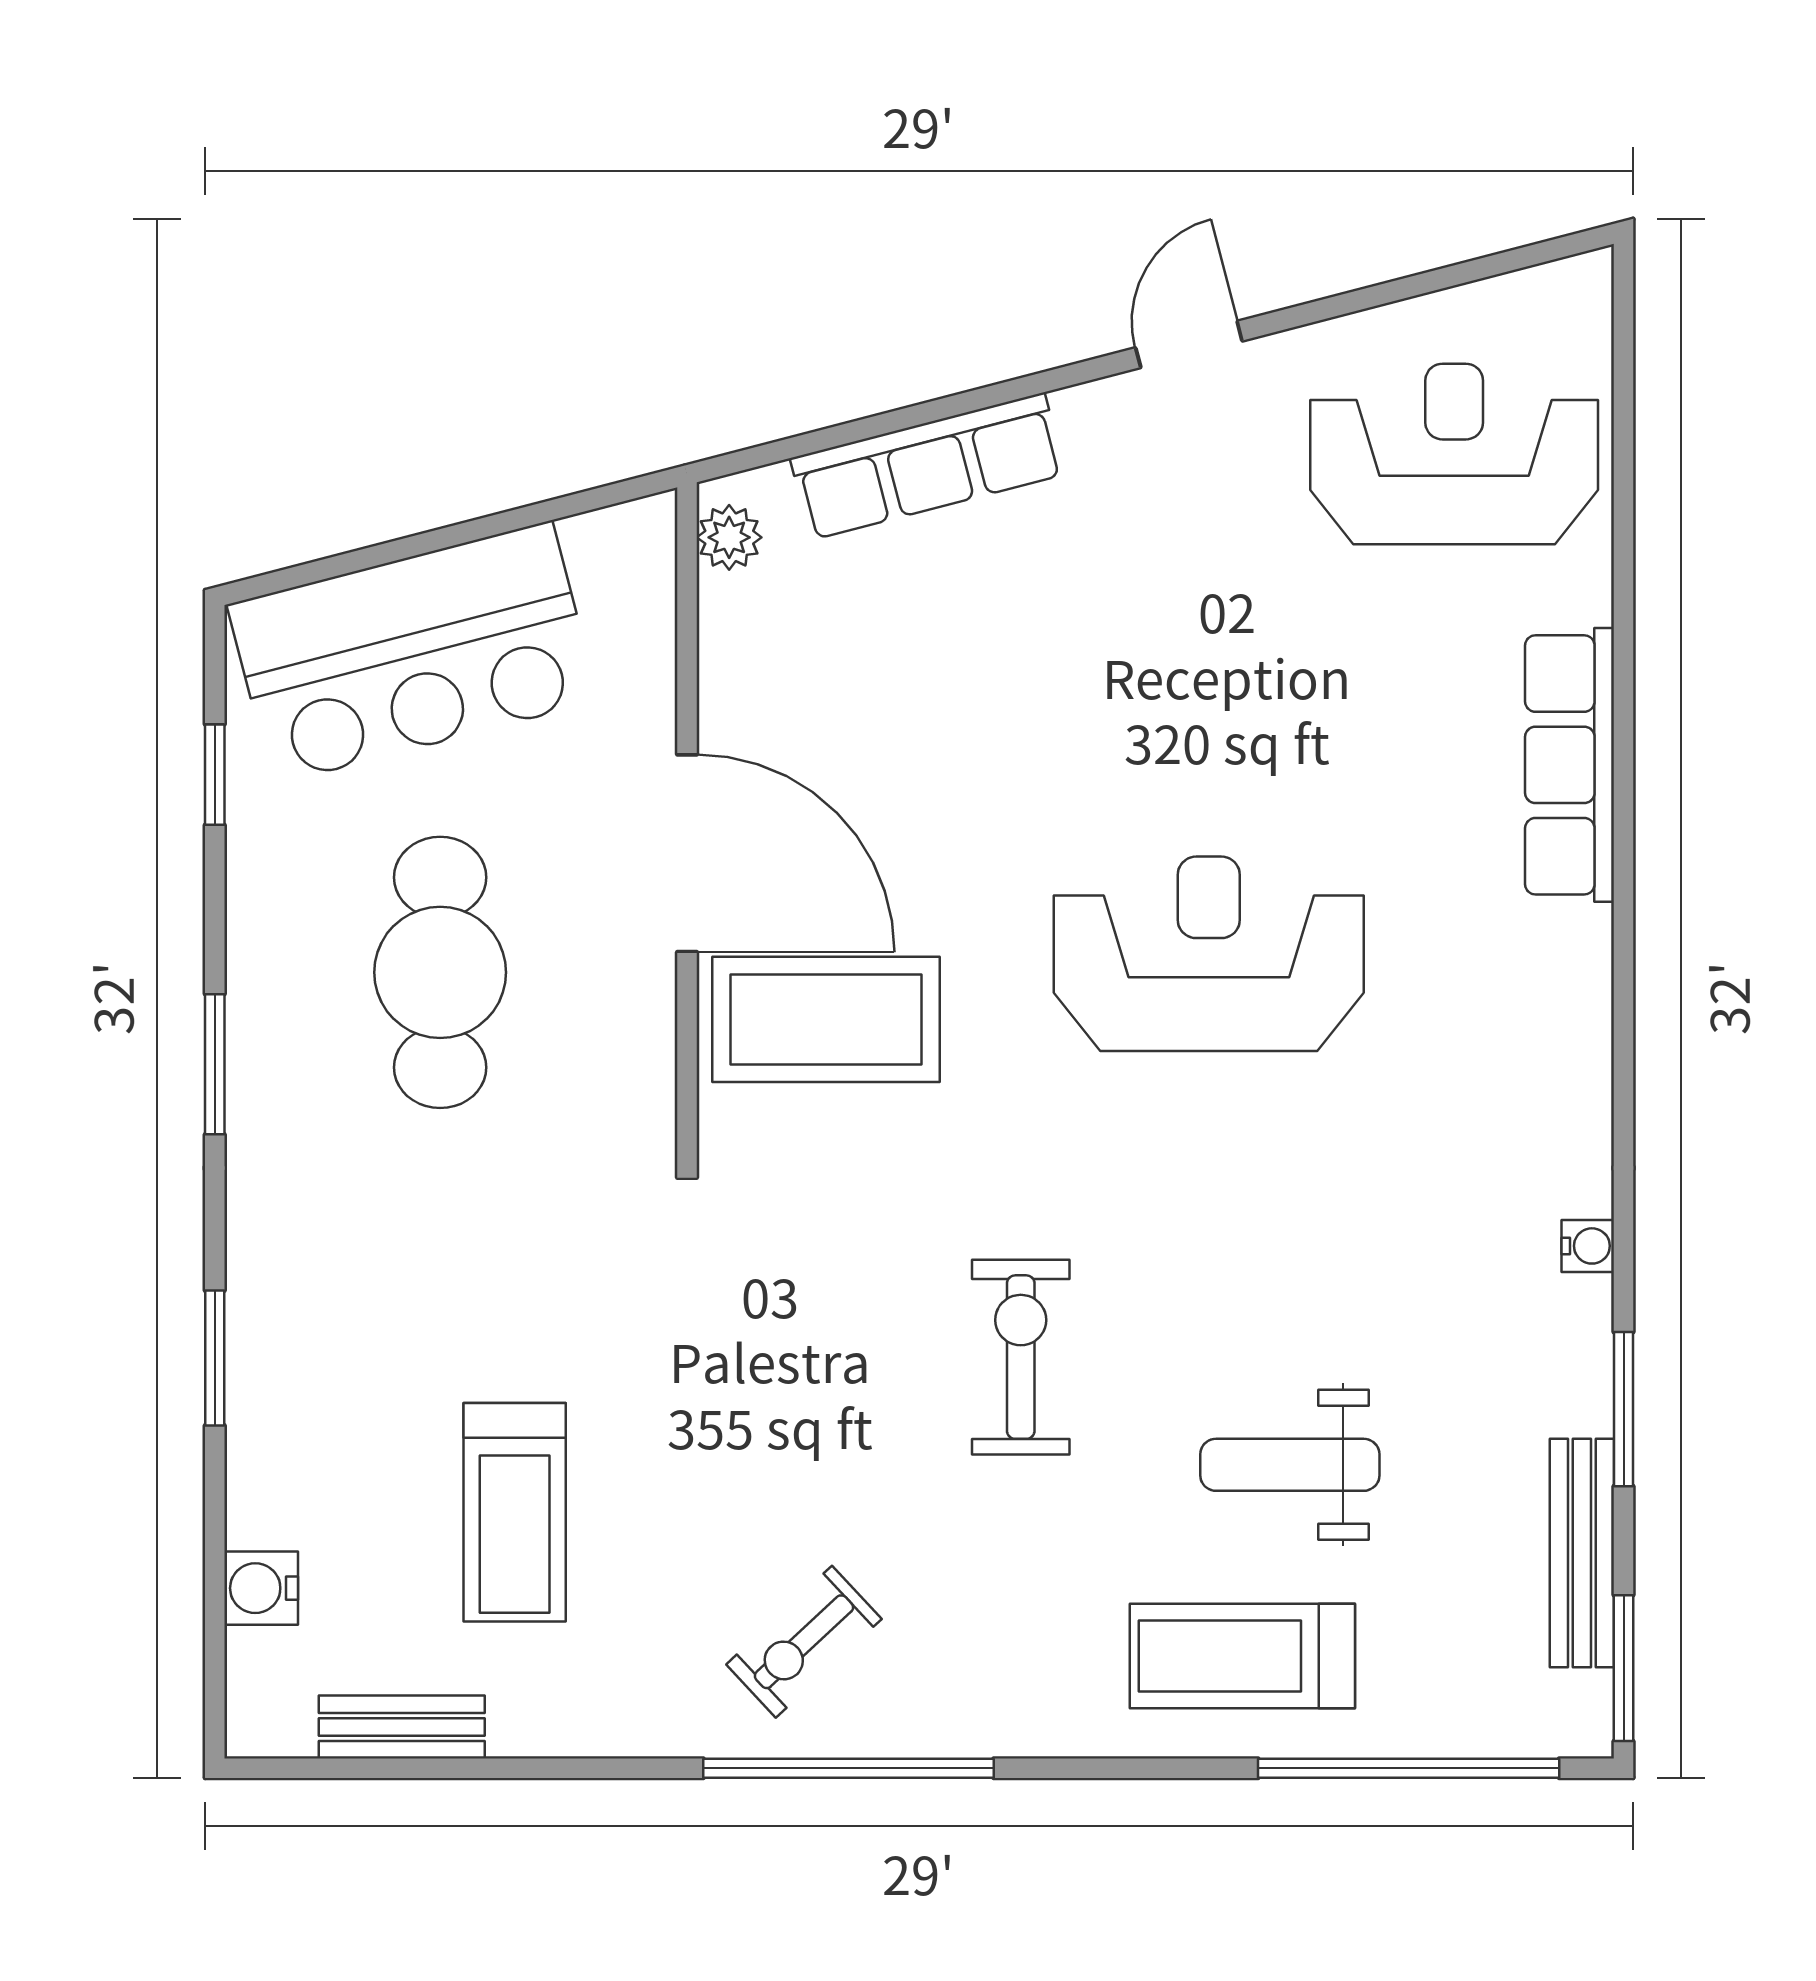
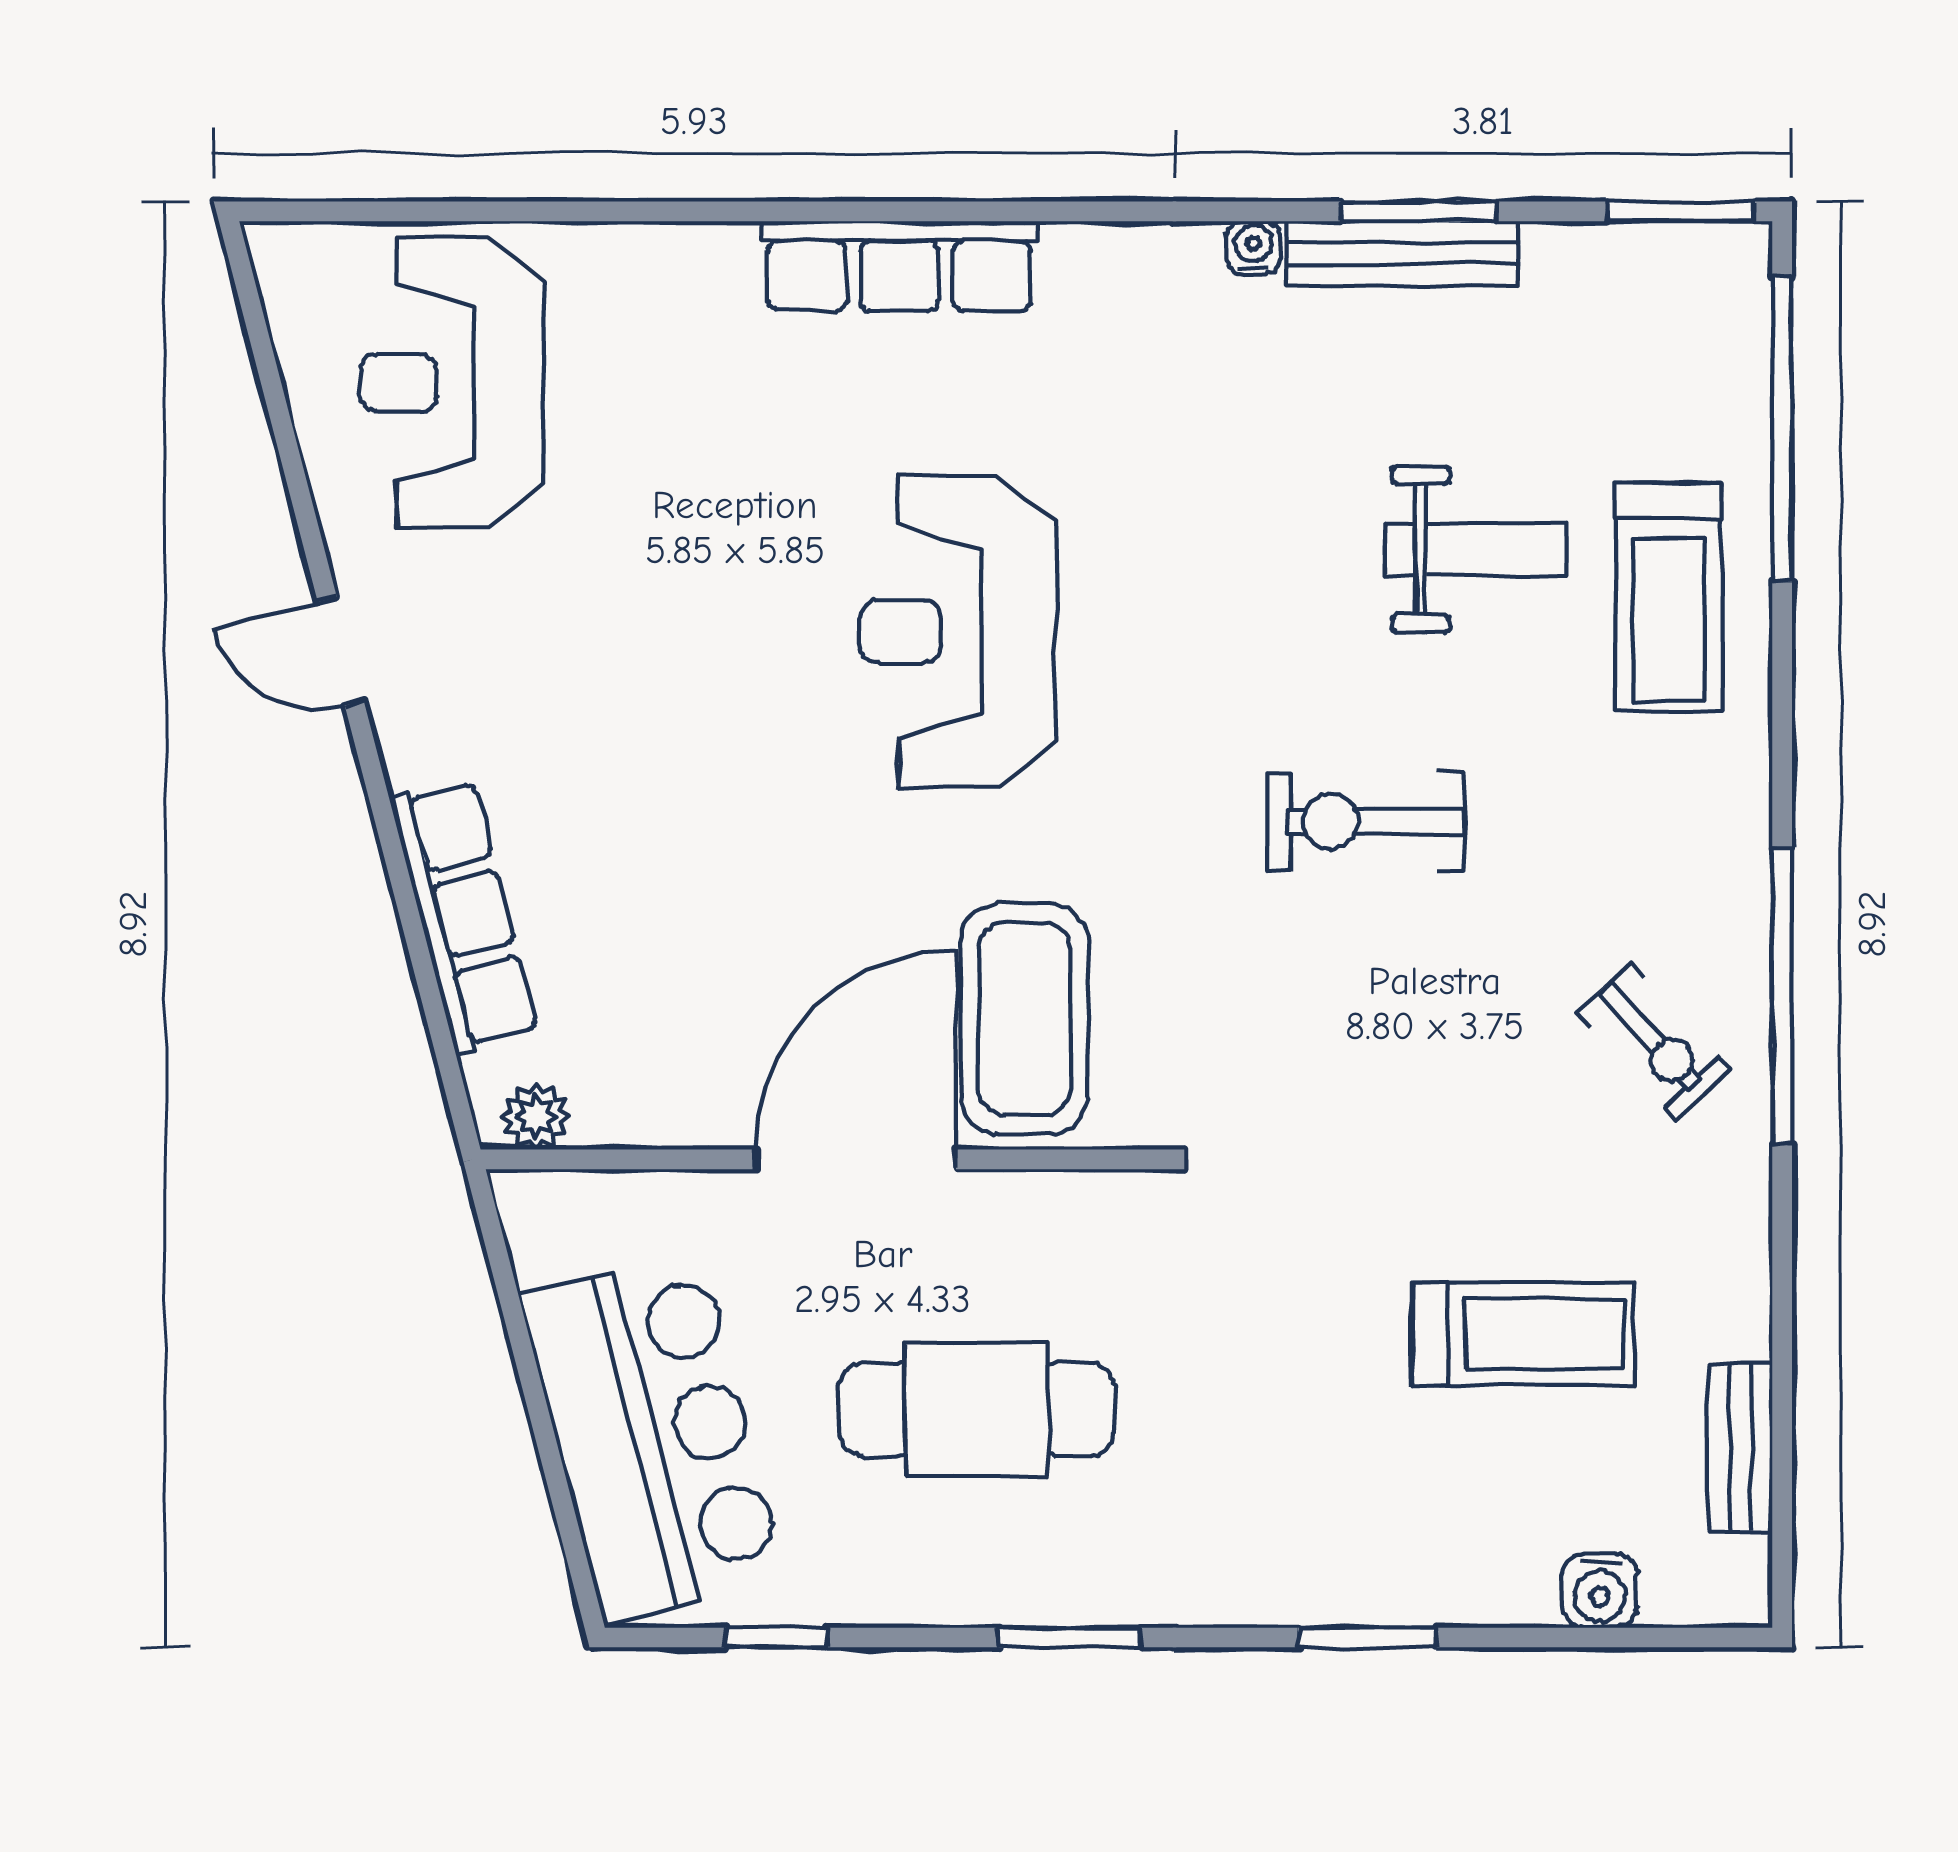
row of seats: (1570, 765) -> (900, 266), moved
weight bench: (1290, 1465) -> (1475, 549), turned -90
bench: (1582, 1553) -> (1402, 254), moved

